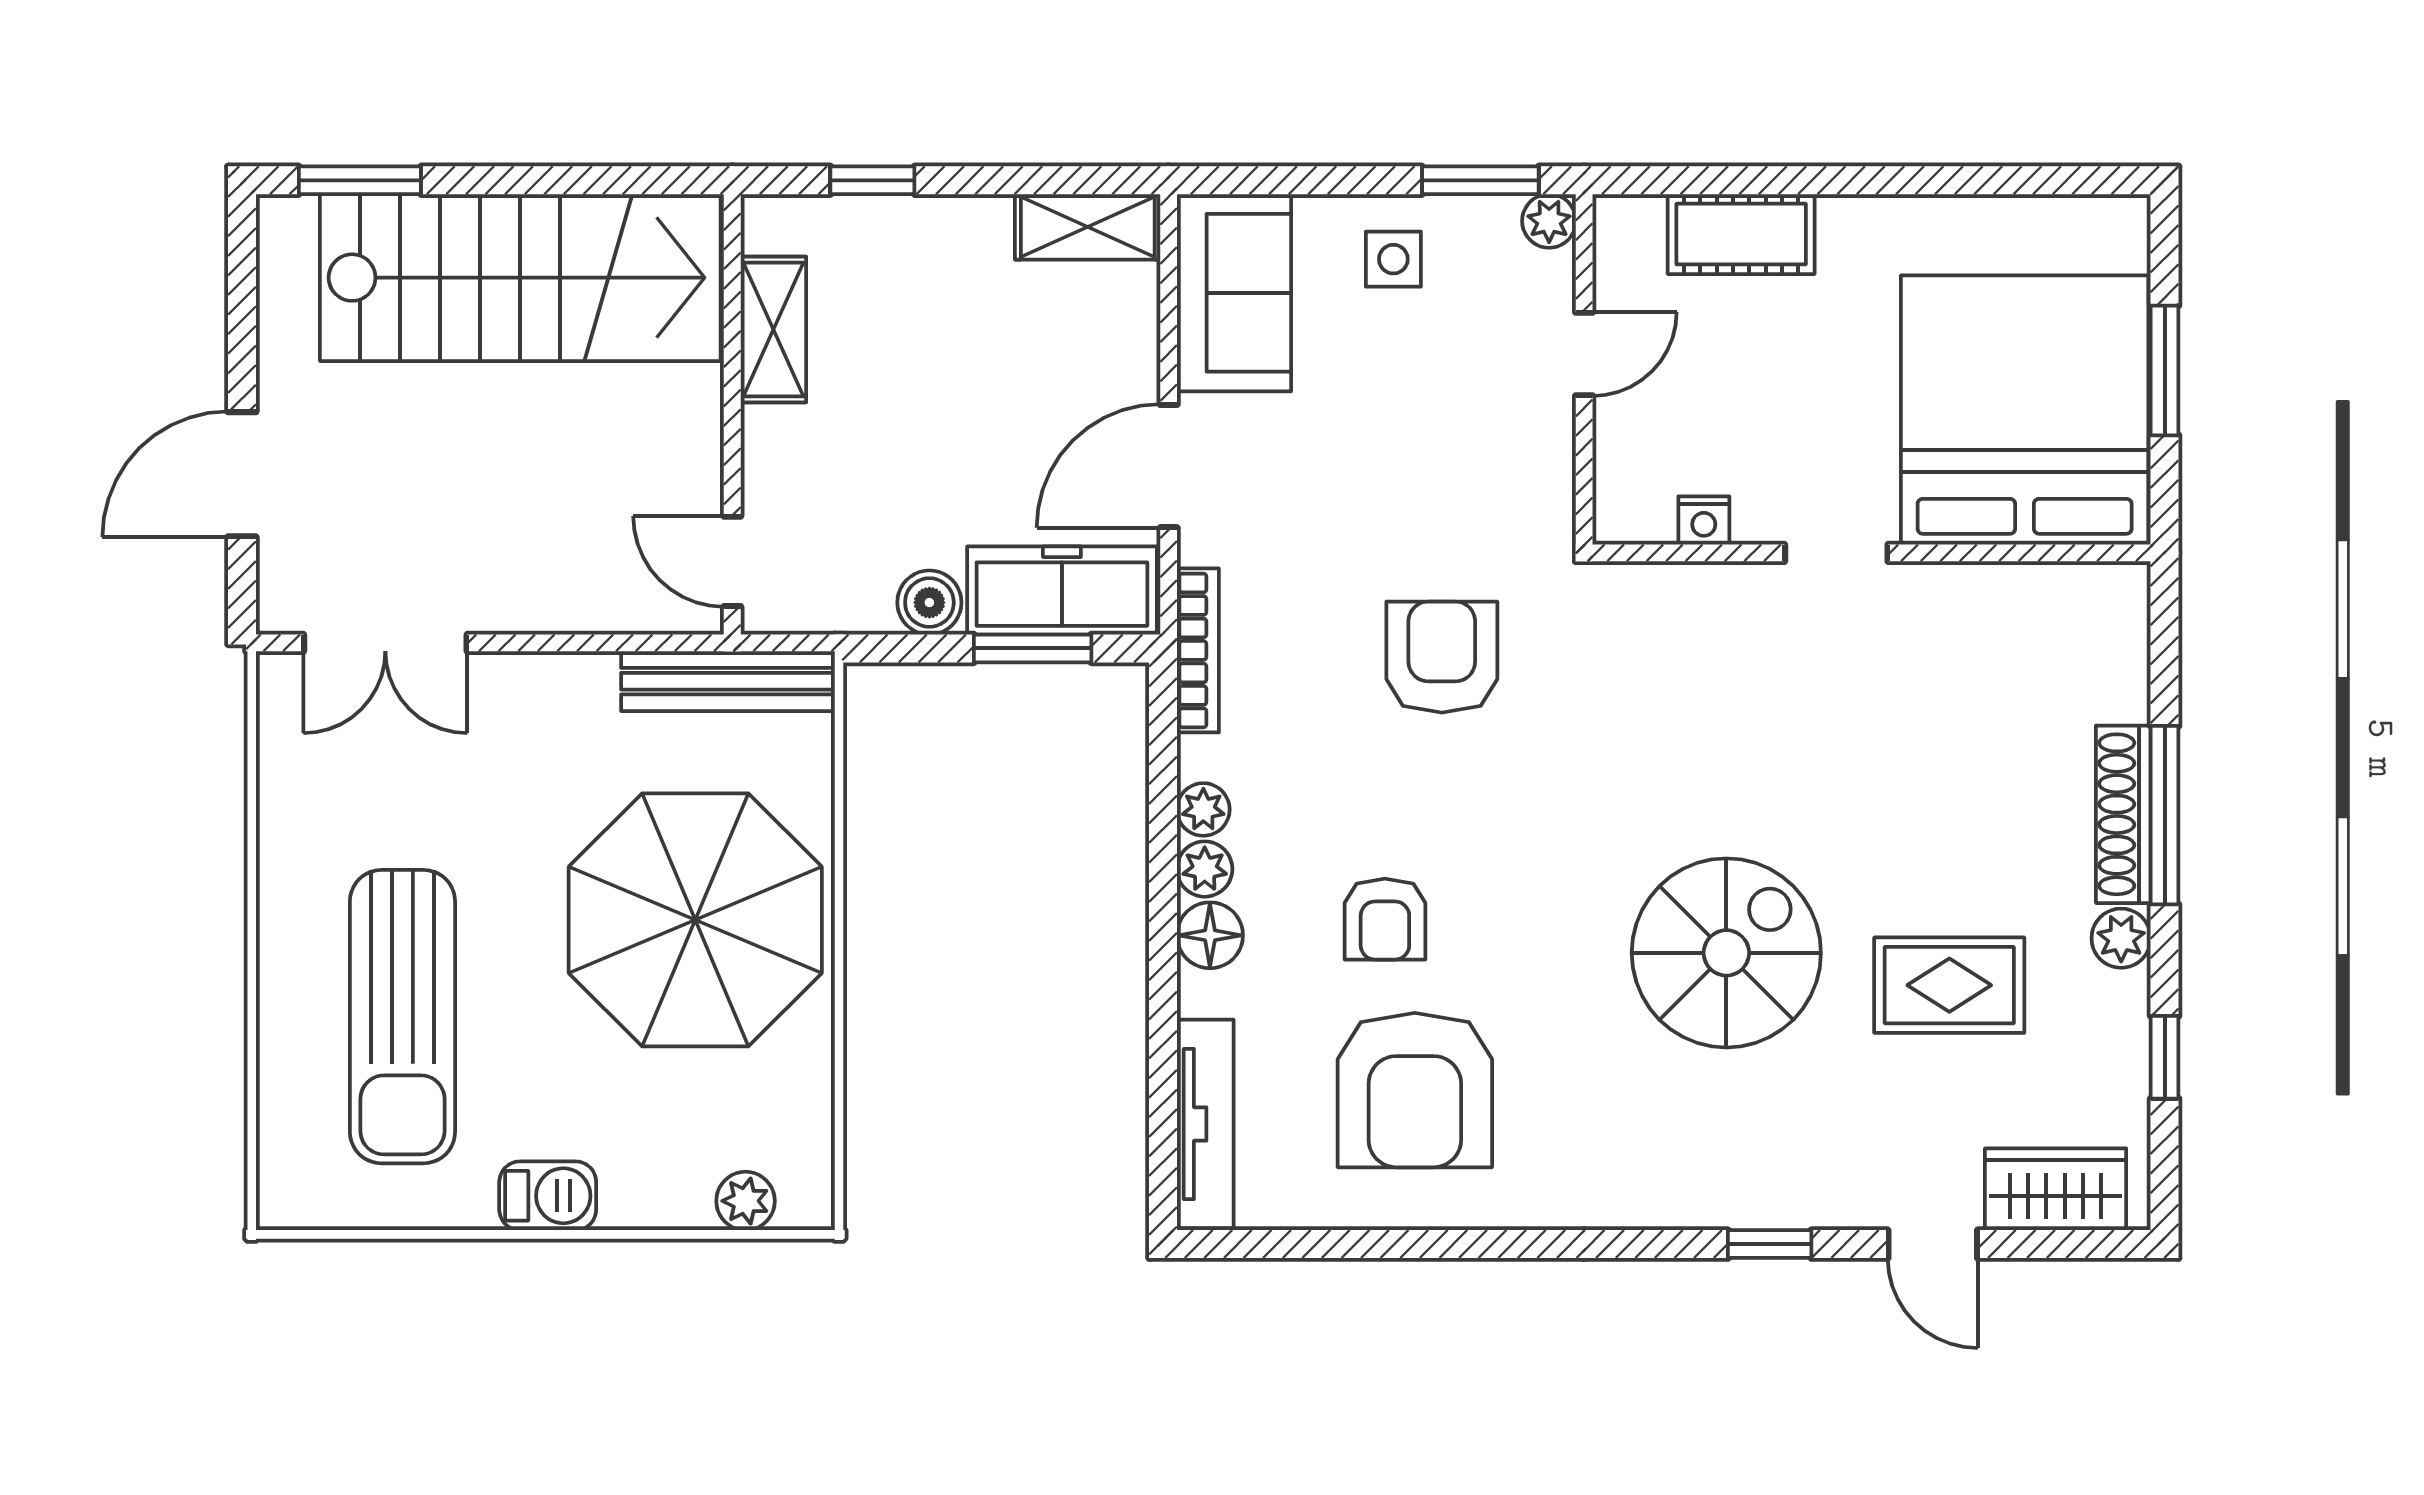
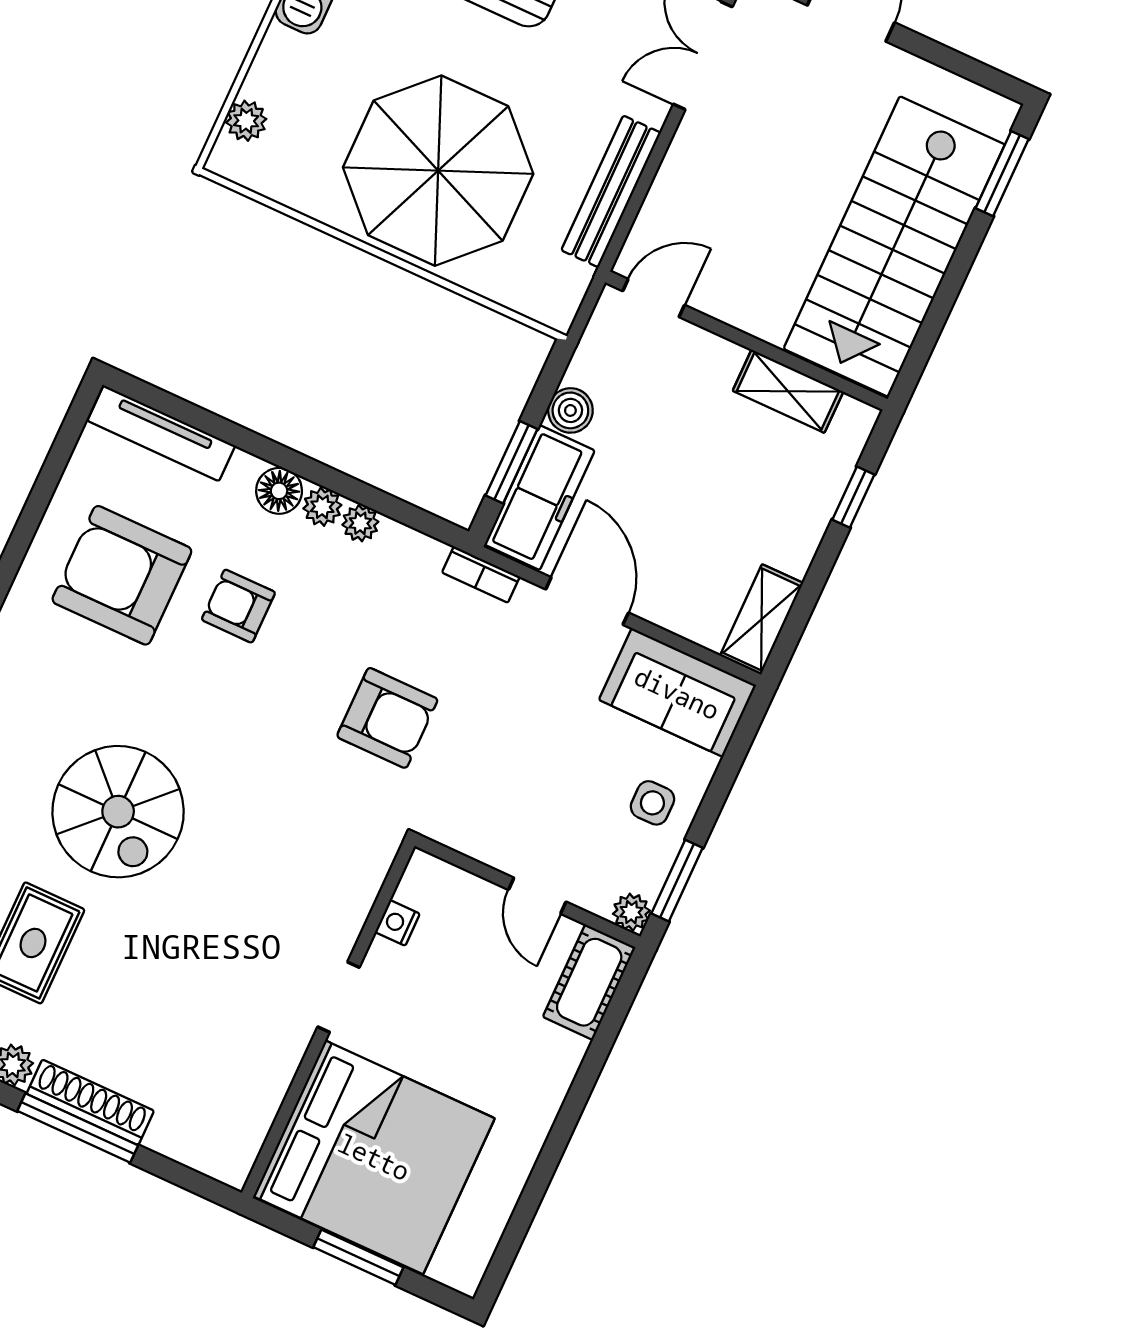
cot: (1741, 234) -> (589, 982), moved
bookcase: (1198, 650) -> (481, 575), width x0.64
bench: (728, 681) -> (611, 191), moved

